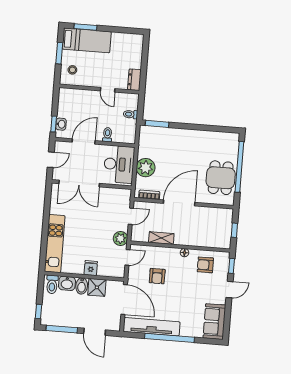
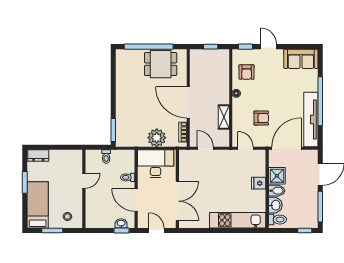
window: (85, 27) -> (25, 182), moved
dresser: (134, 80) -> (38, 156), moved
plant: (120, 239) -> (228, 157), removed

